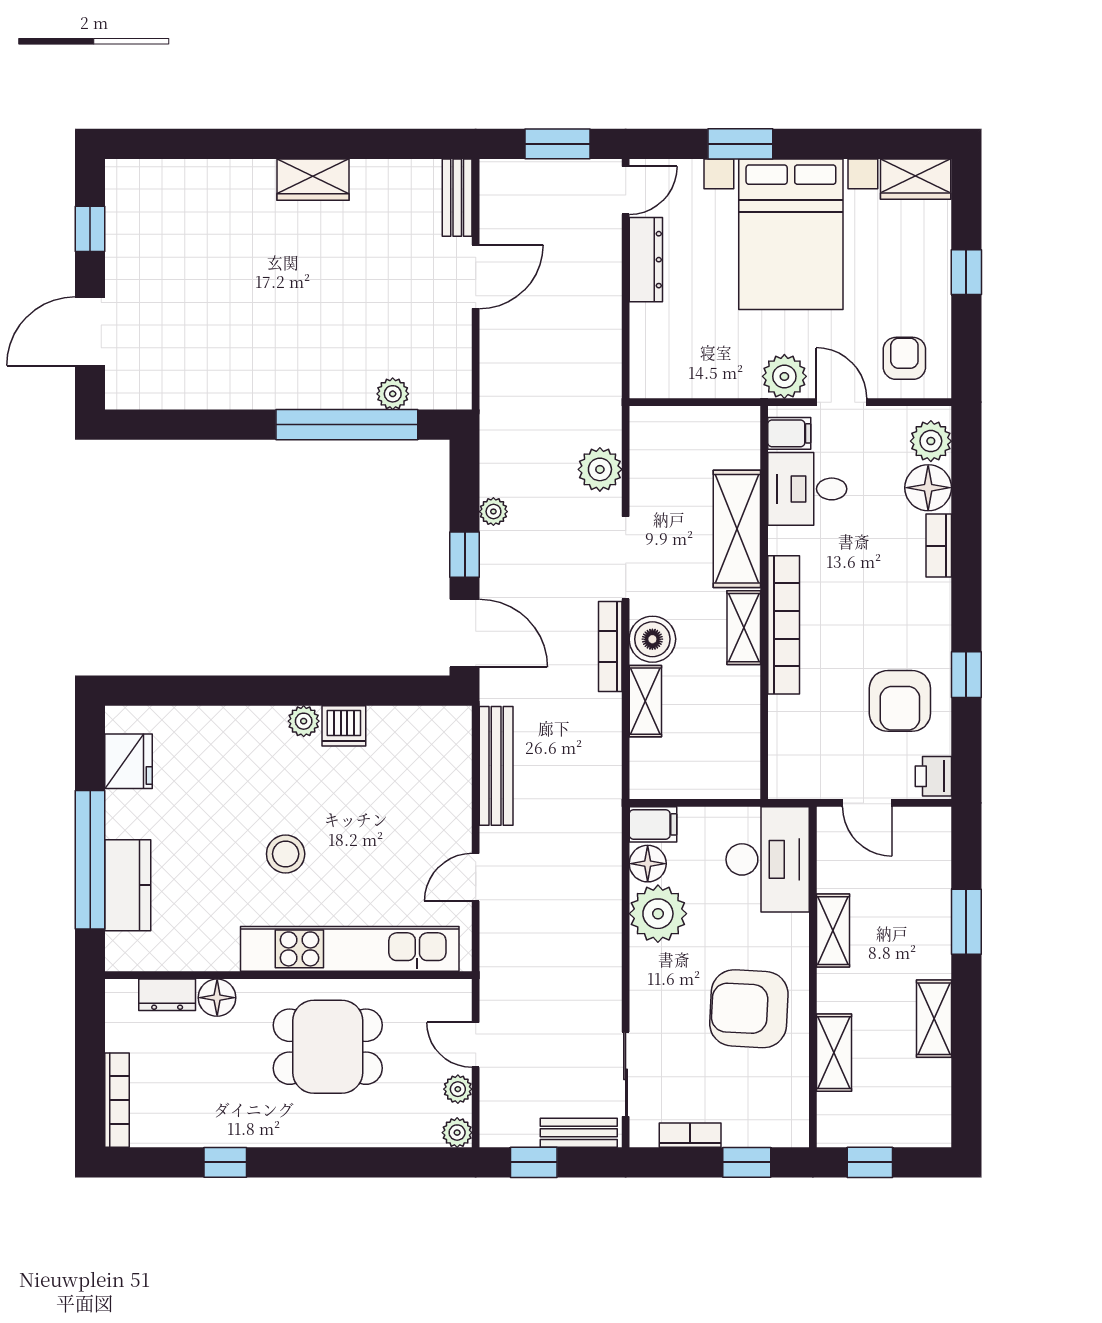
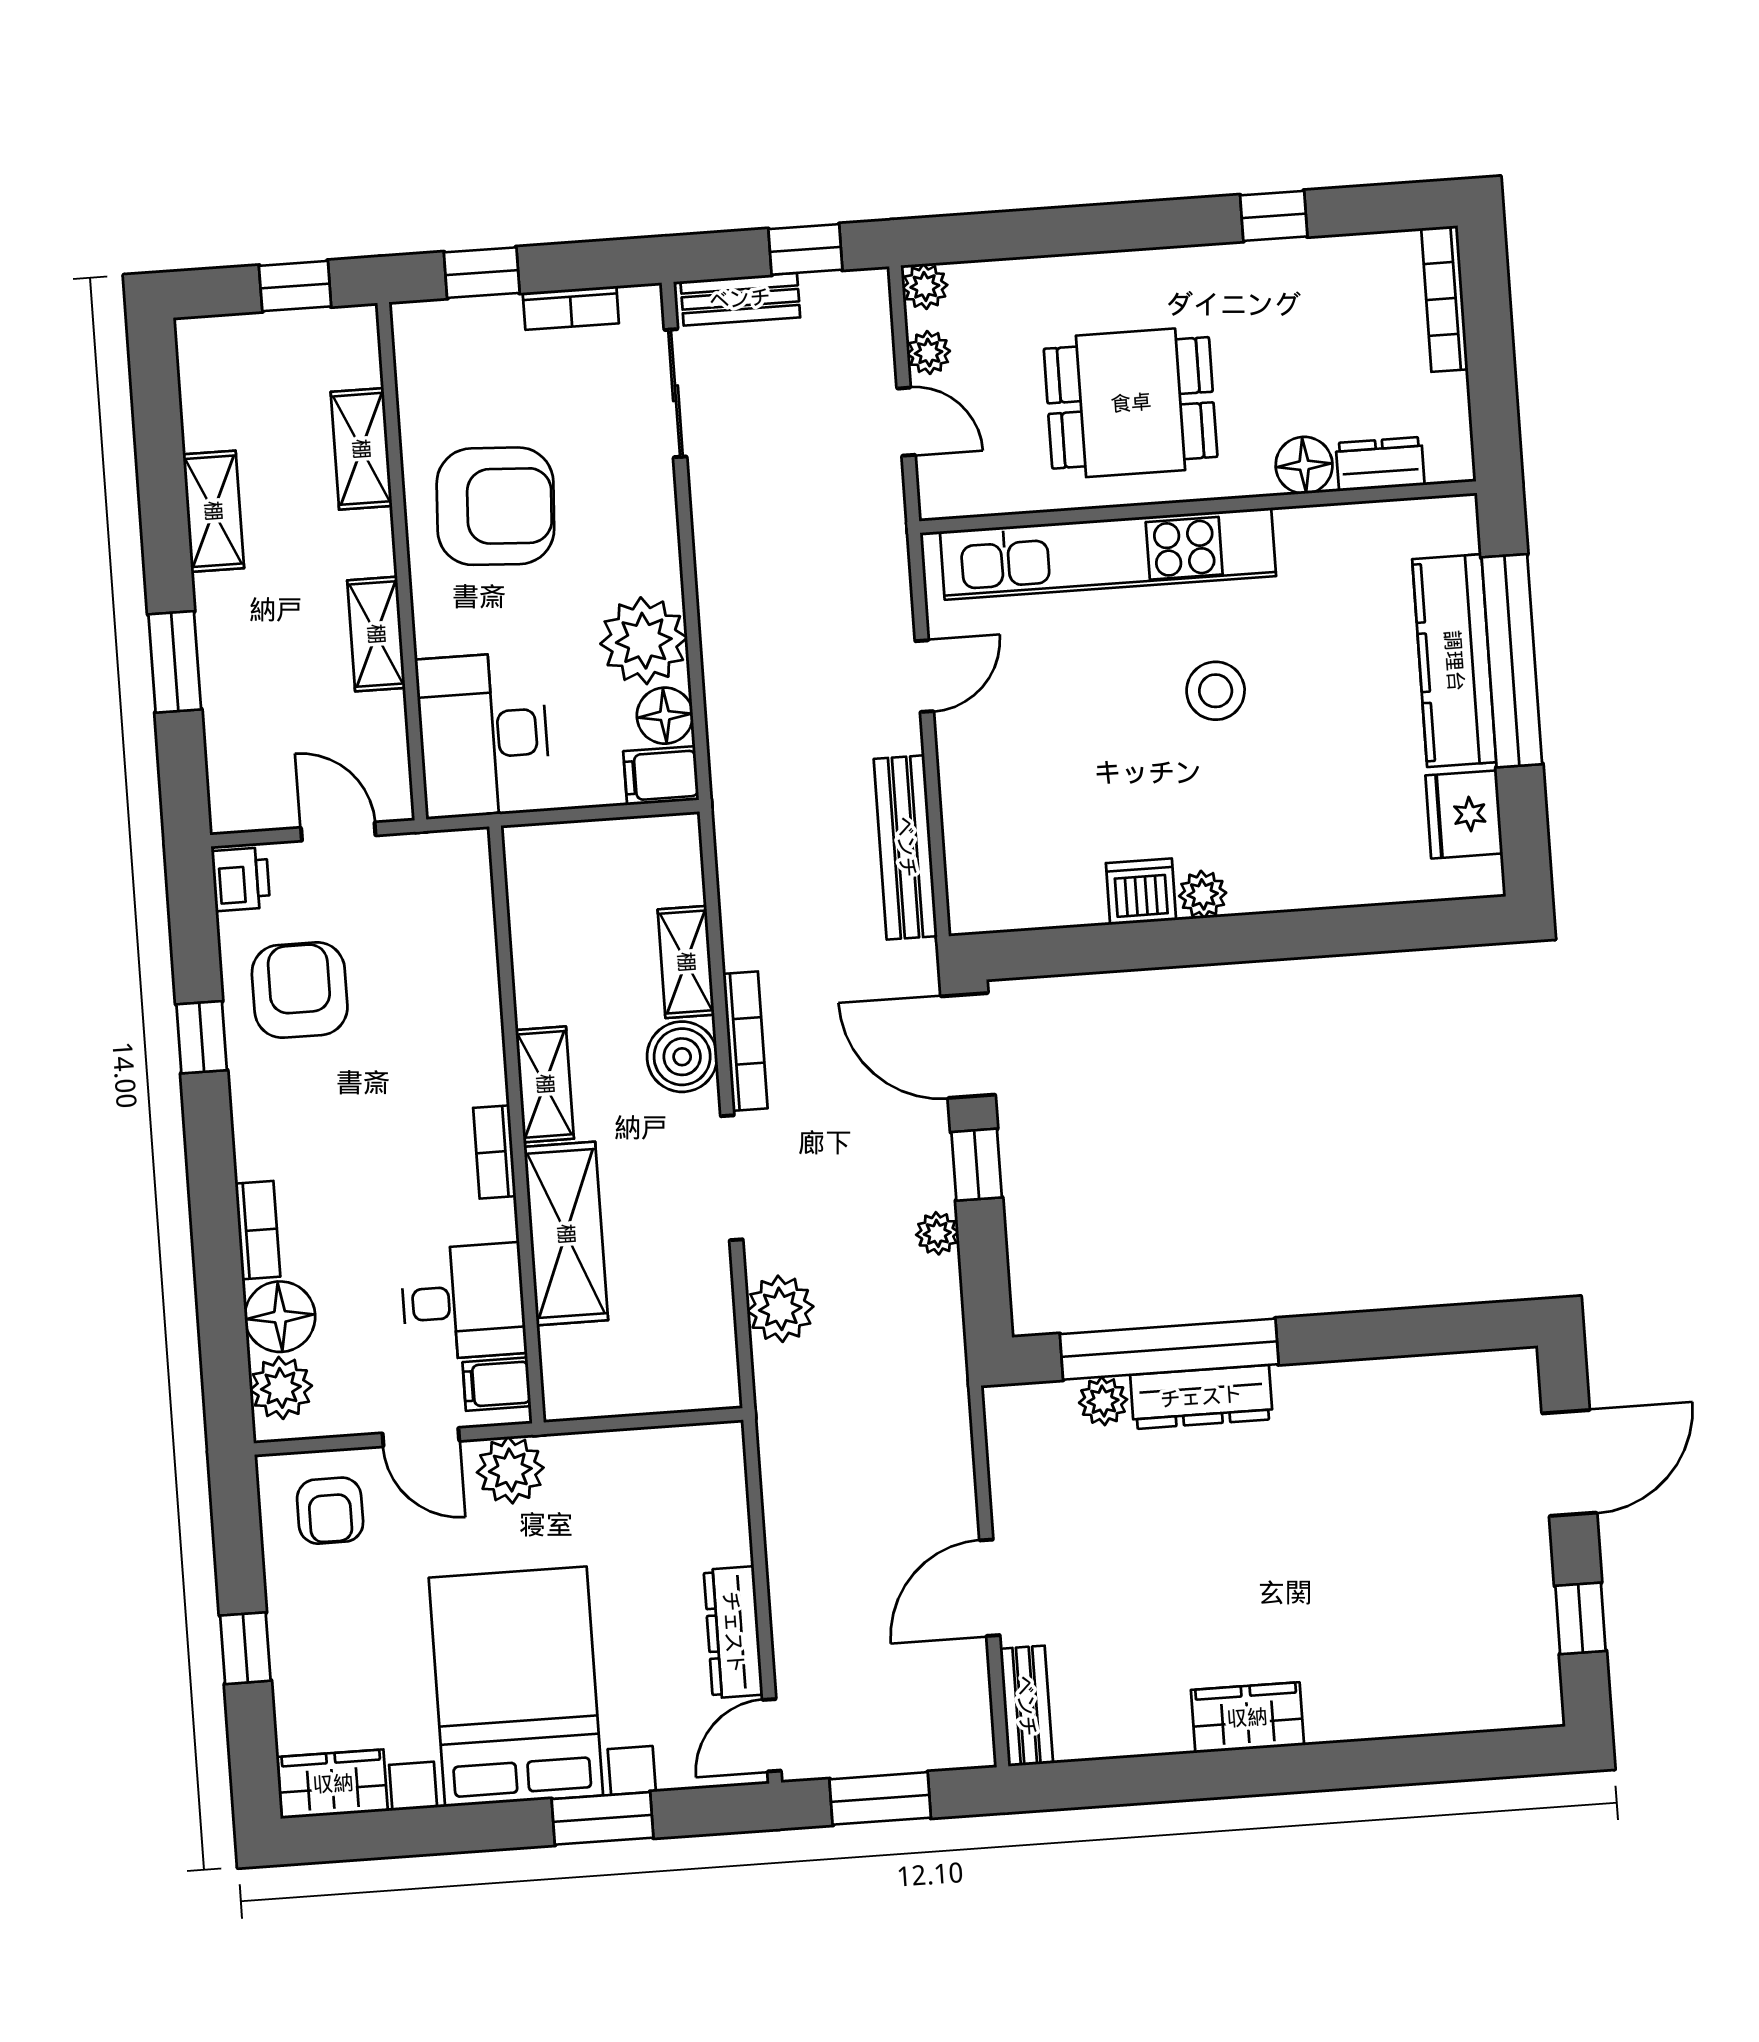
dresser: (328, 392) -> (1201, 1397), added
bookcase: (784, 625) -> (494, 1152), width x0.43, depth x0.76
kitchen counter: (128, 885) -> (1454, 661), width x1.50

